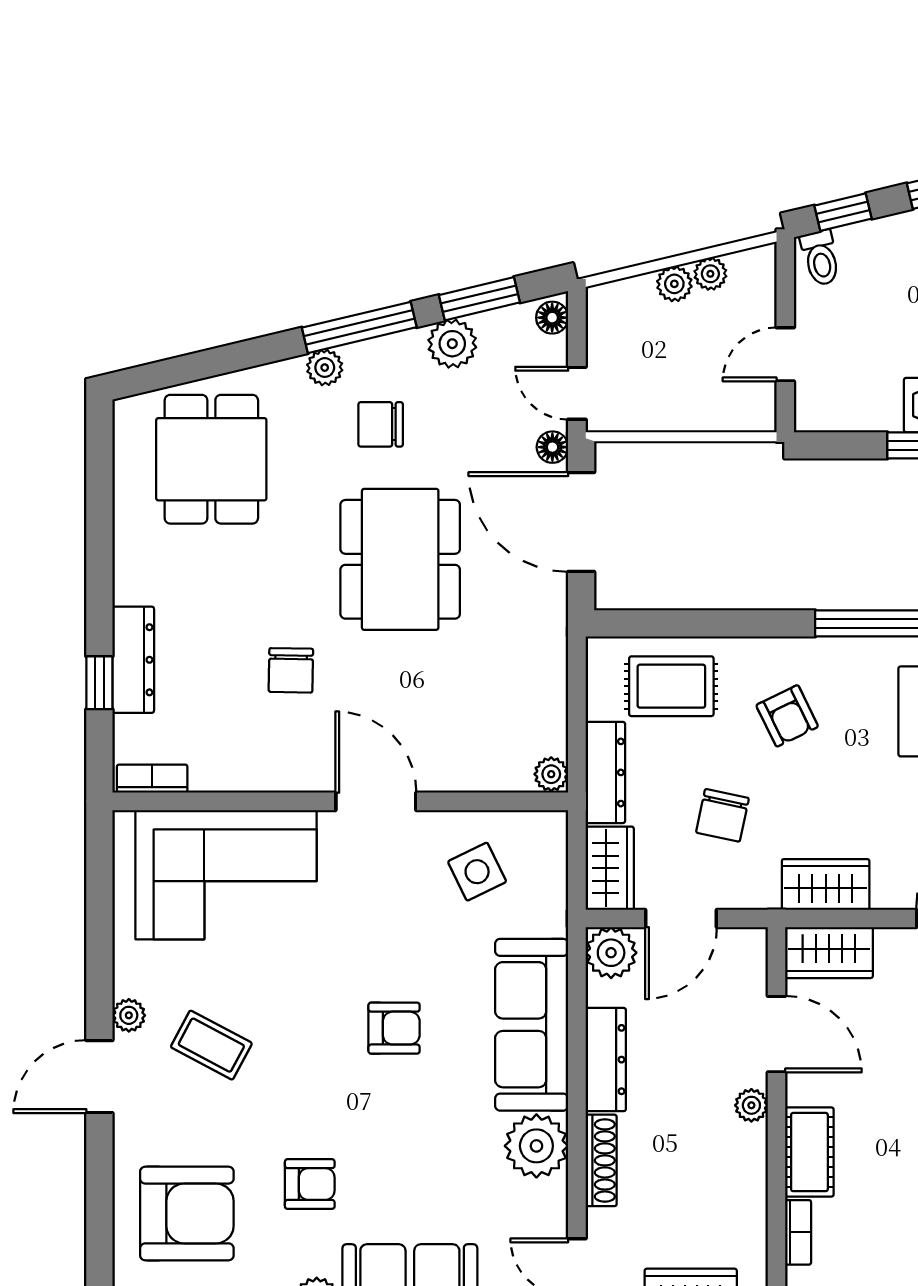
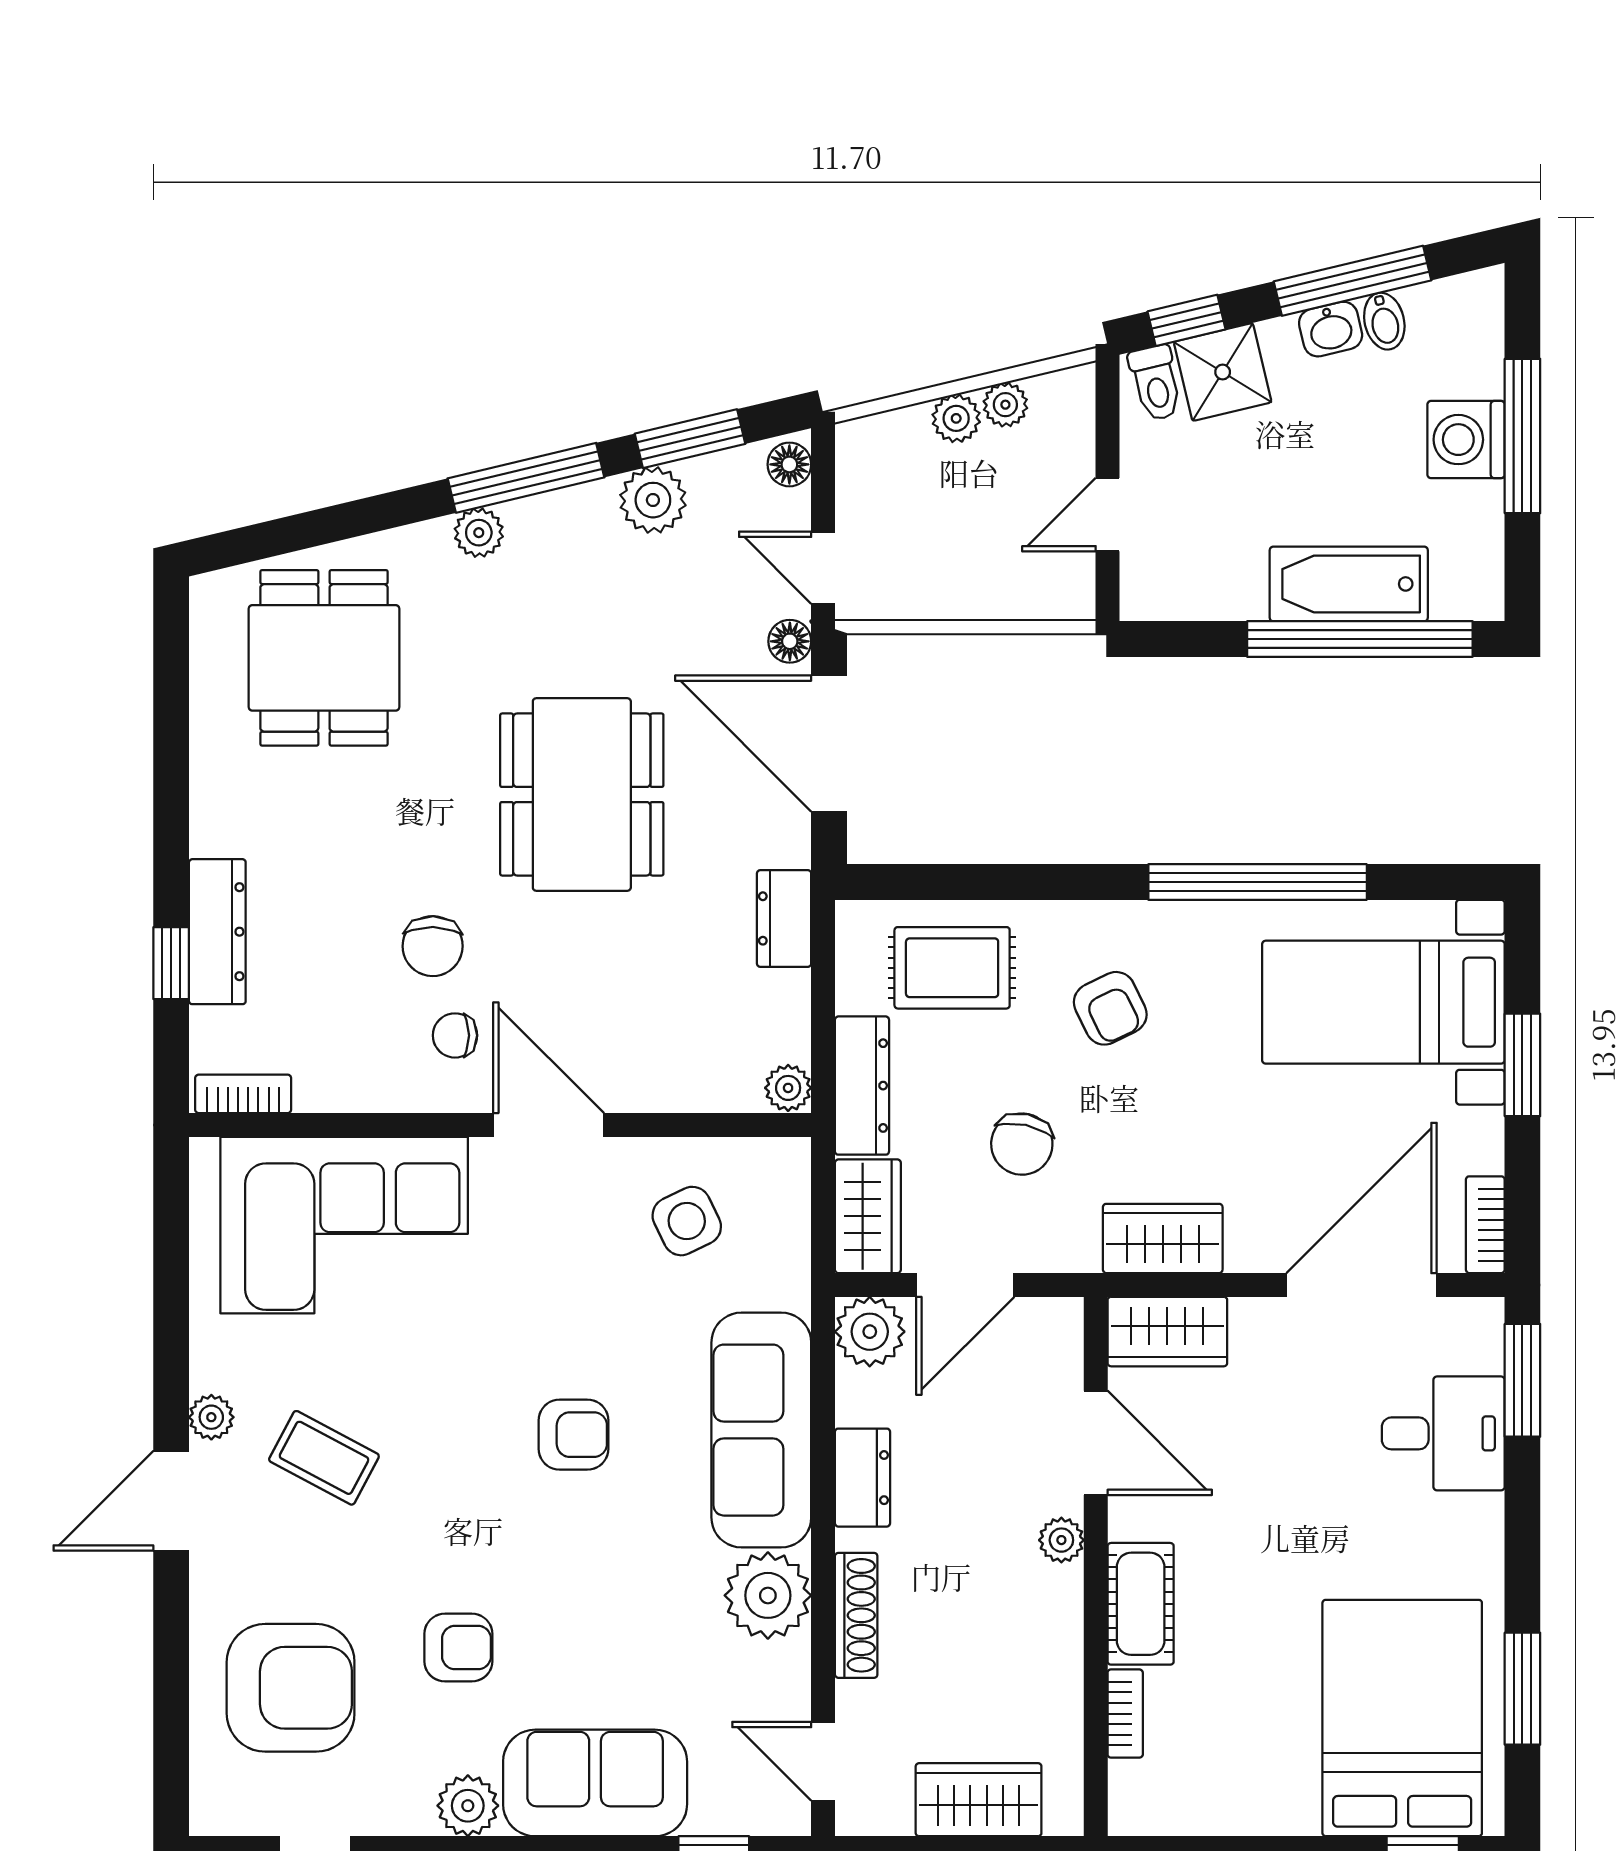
shower: (869, 250) -> (1223, 372), added
chair: (381, 424) -> (455, 1035), moved, width x0.73, depth x0.73
dresser: (548, 650) -> (784, 918), added
dresser: (606, 1060) -> (863, 1478), width x0.70

